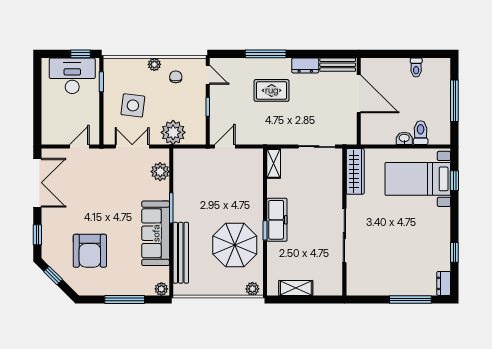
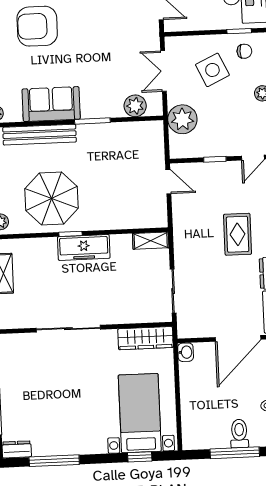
chair: (176, 77) -> (244, 51), moved
side table: (133, 105) -> (212, 70), turned -32
toilet: (421, 133) -> (239, 434), moved, turned -90
washbasin: (404, 138) -> (186, 352), moved
double door: (132, 147) -> (163, 71), swing flipped
sofa: (156, 233) -> (51, 104), width x0.73
window: (454, 252) -> (54, 461), width x2.17

